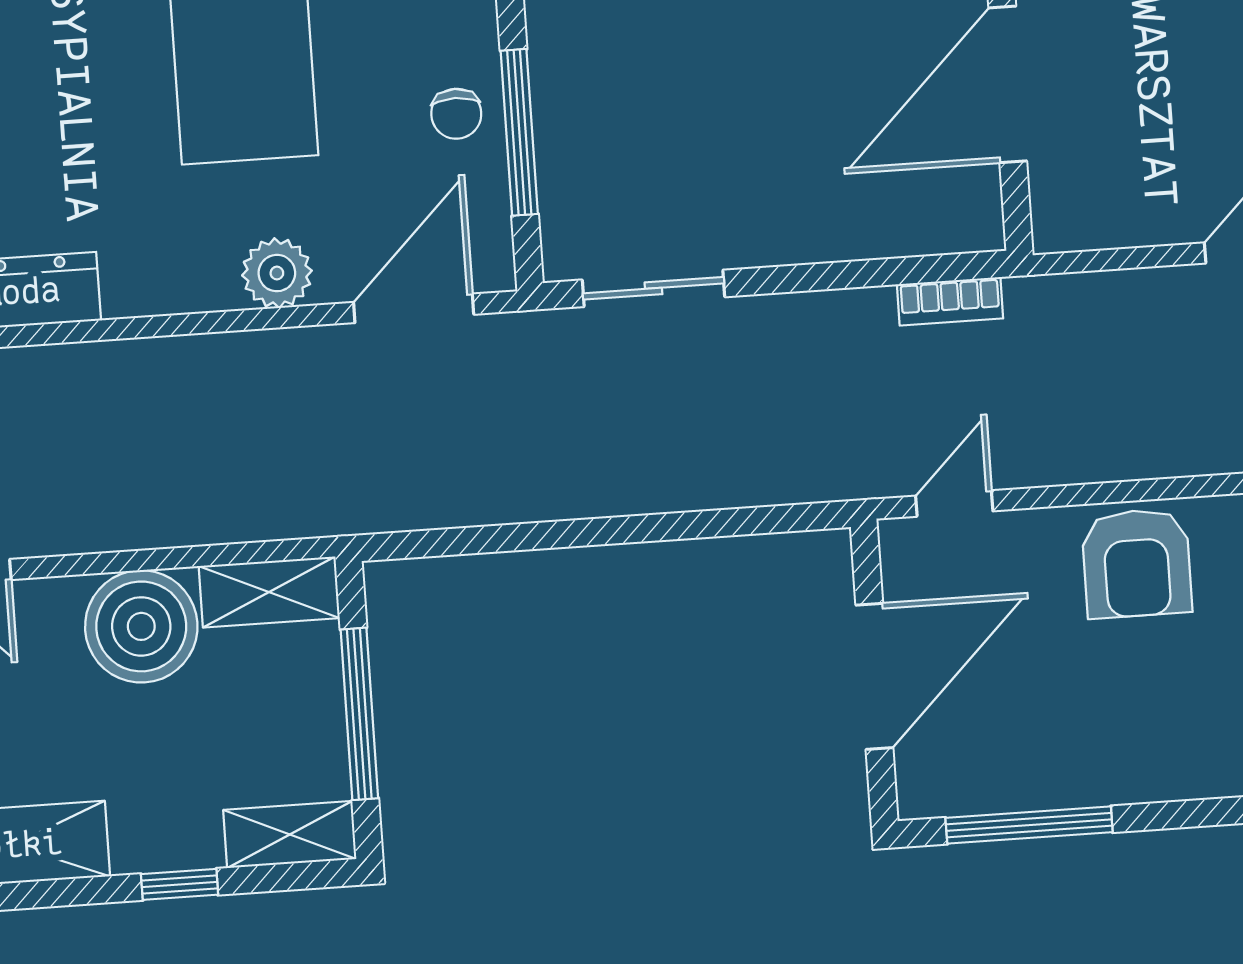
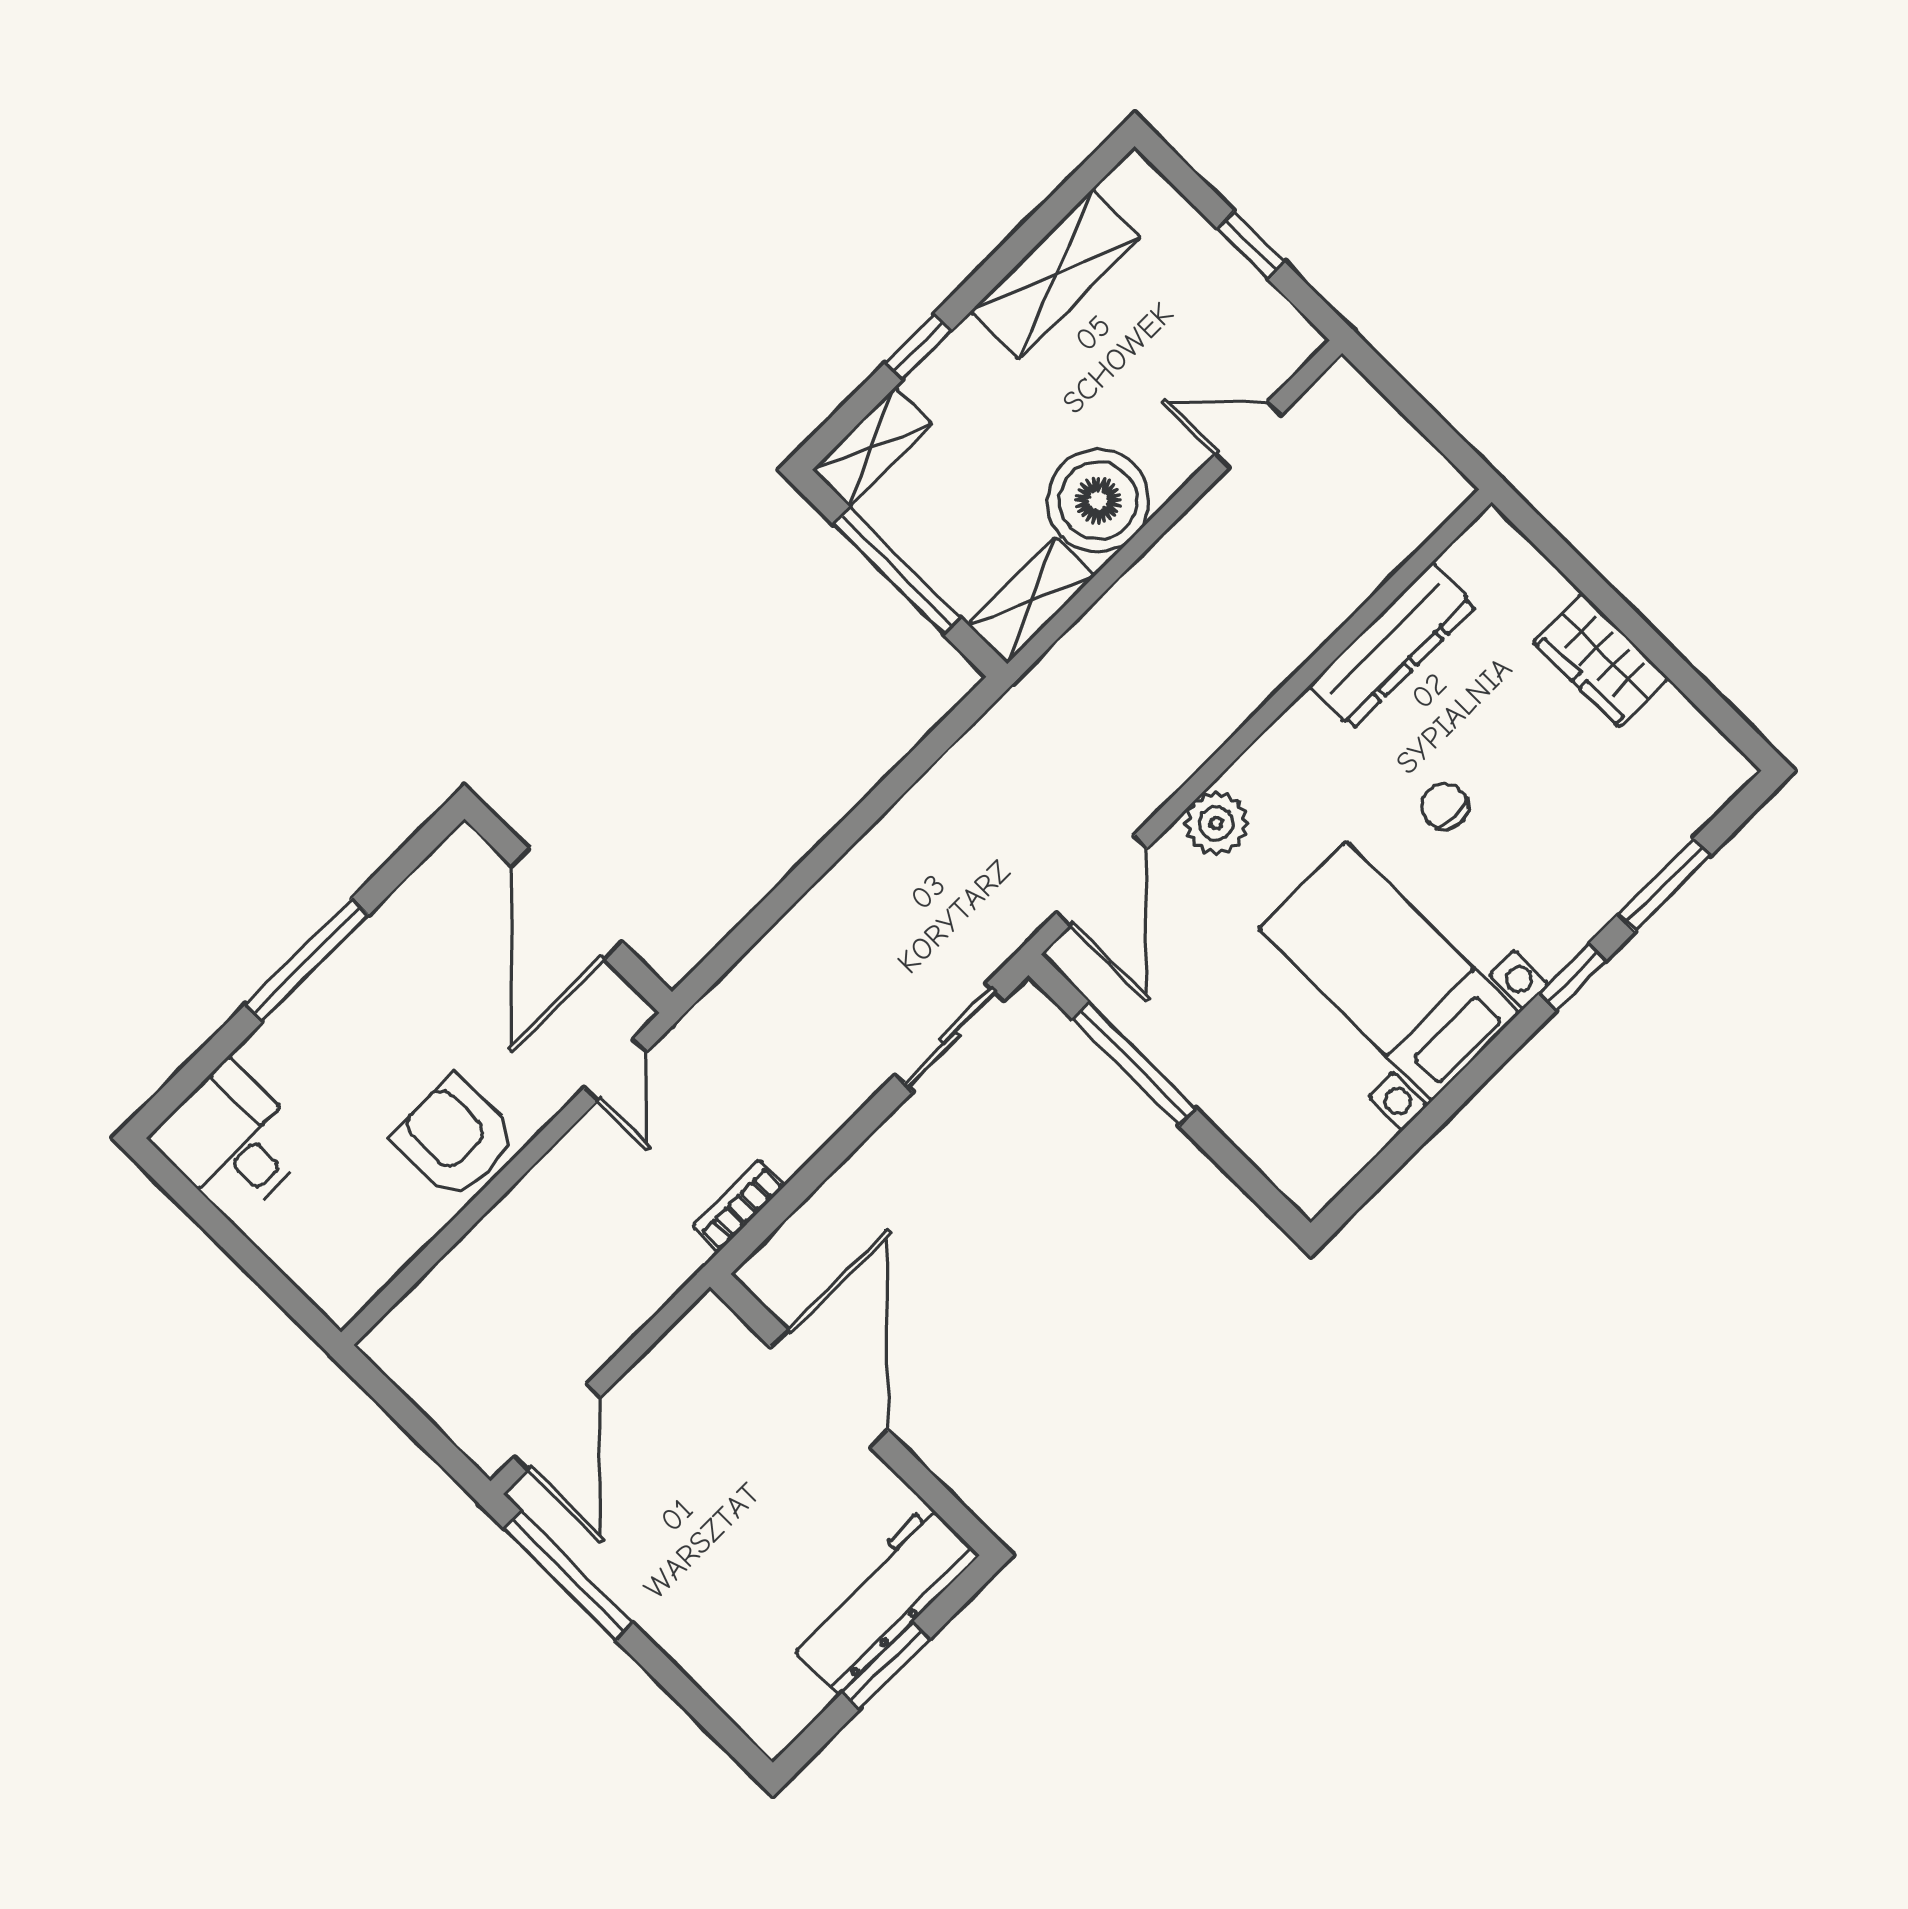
chair: (456, 114) -> (1445, 806), moved
window: (1029, 825) -> (307, 960), moved

